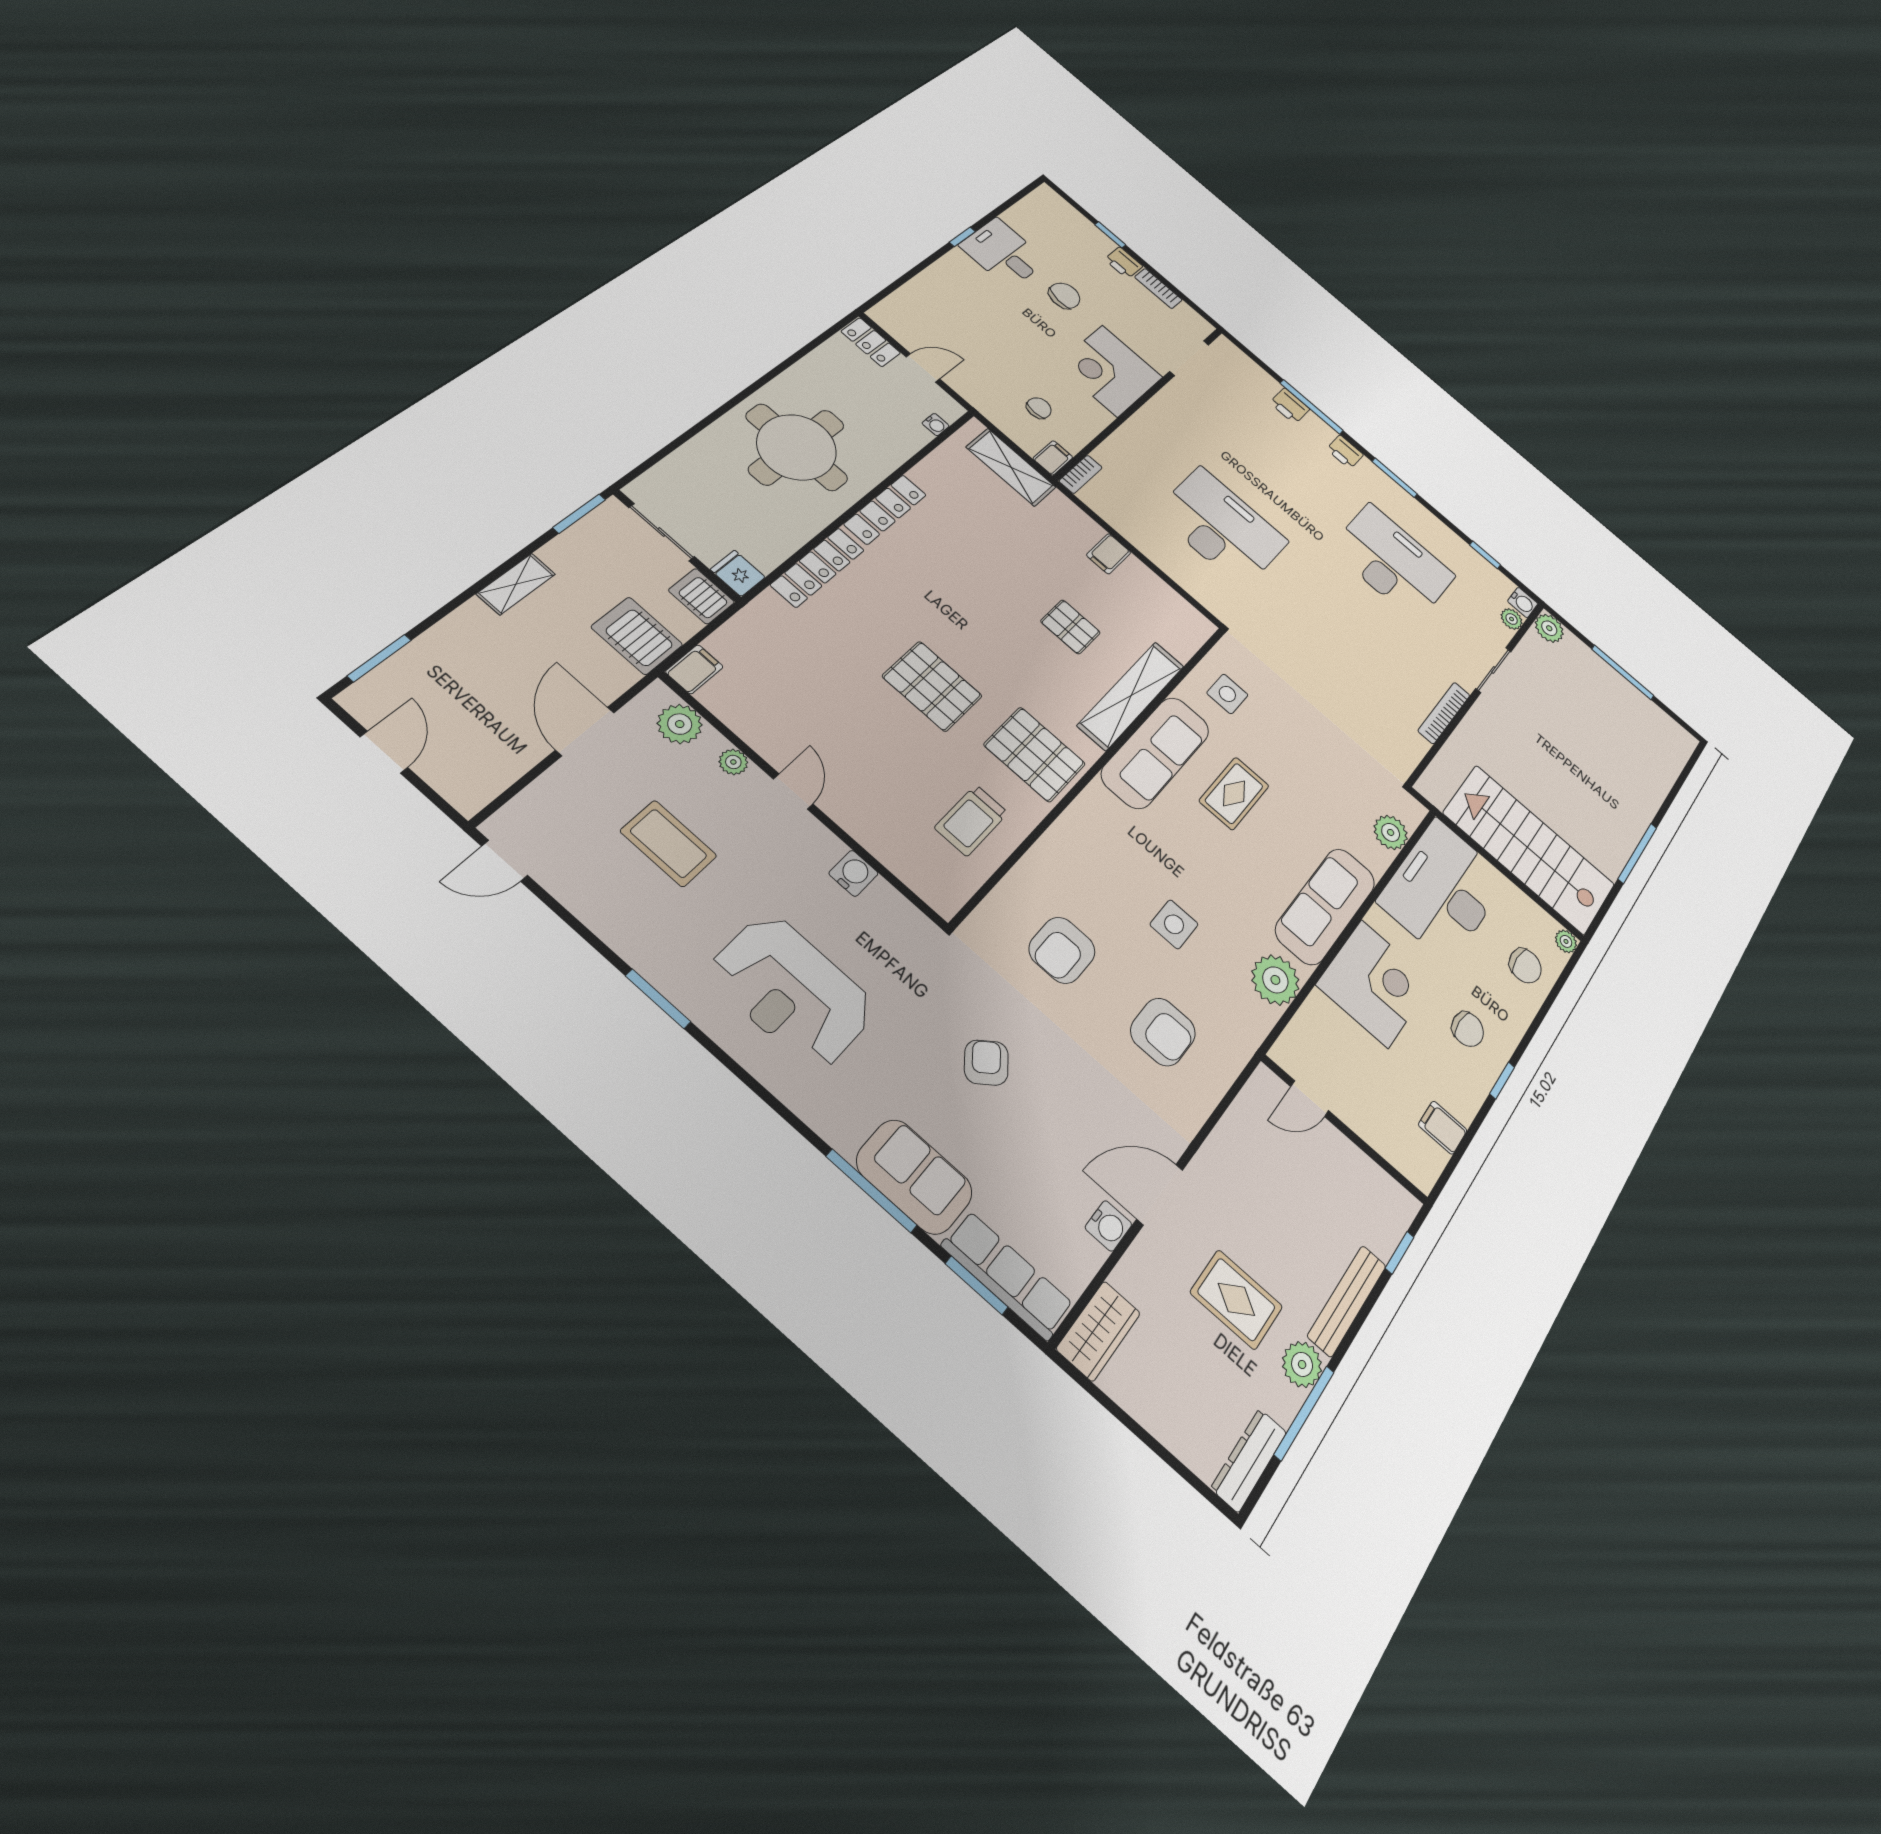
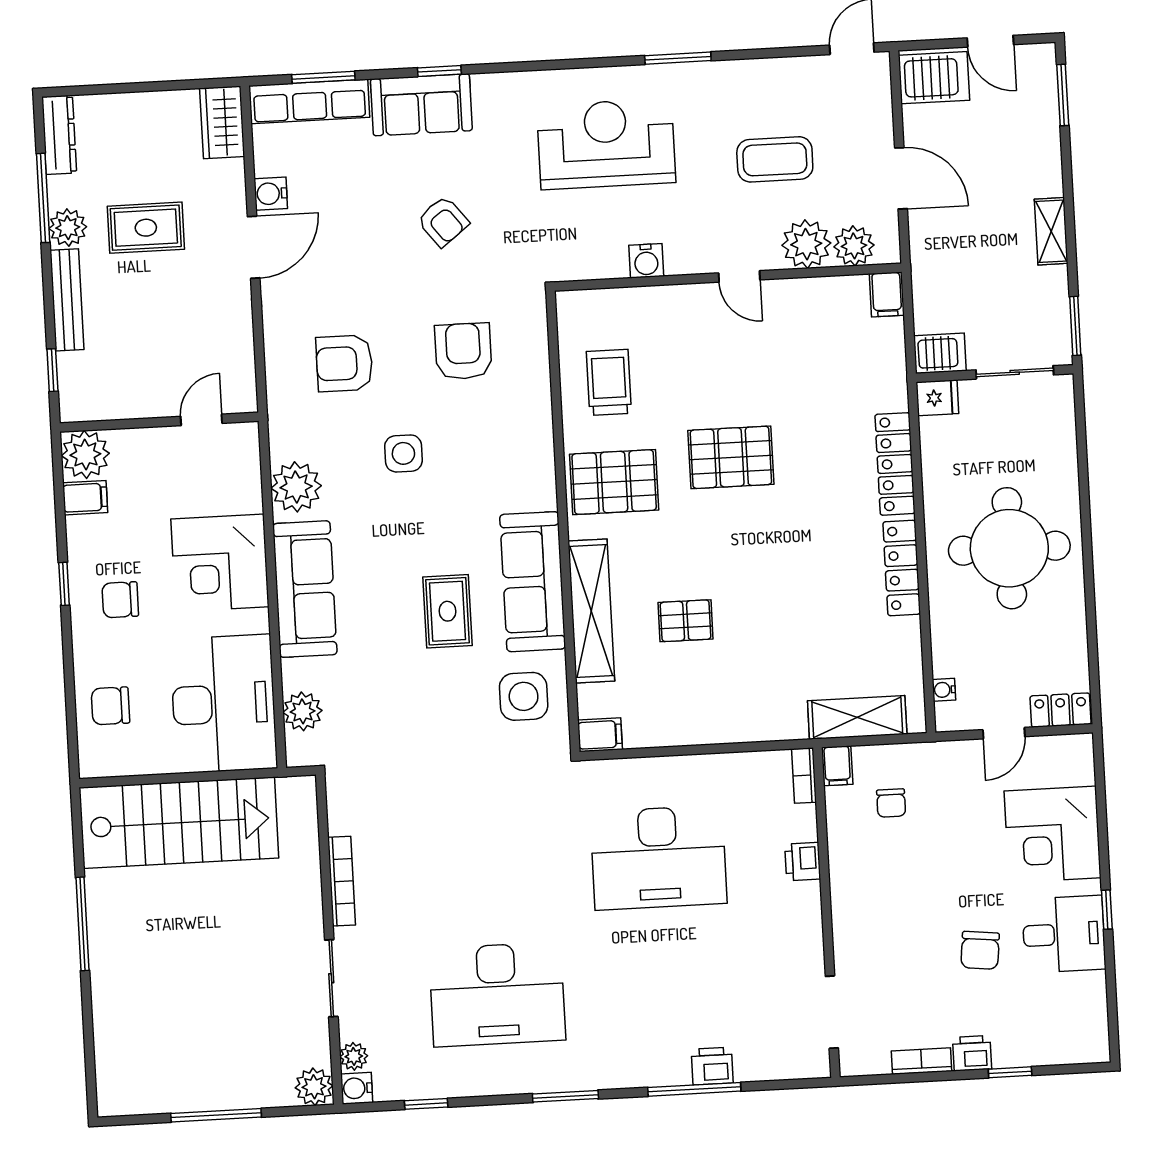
corner desk: (1110, 371) -> (1053, 834), moved, turned 180
printer: (1345, 452) -> (803, 862), moved, turned -90
filing cabinet: (1109, 554) -> (600, 735), moved, turned 90
server rack: (637, 636) -> (934, 78), moved
side table: (1227, 694) -> (524, 696), width x1.37, depth x1.37
plant: (733, 762) -> (806, 244), width x1.88, depth x1.88
plant: (1566, 941) -> (85, 454), moved, width x1.88, depth x1.88
window: (871, 1191) -> (439, 71), width x0.46

